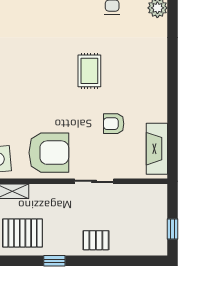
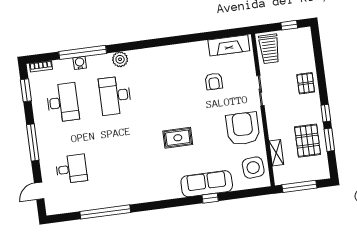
rug: (89, 71) -> (178, 138), moved
trolley: (146, 200) -> (269, 49), added
window: (20, 261) -> (329, 140), added

